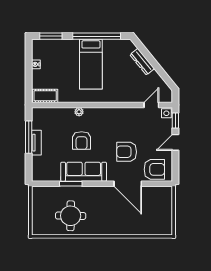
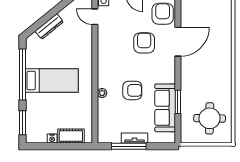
cot: (45, 96) -> (71, 136), moved, turned 90
armchair: (127, 152) -> (144, 43), turned 180
sofa: (84, 172) -> (165, 108), moved
round table: (71, 216) -> (210, 118), moved

